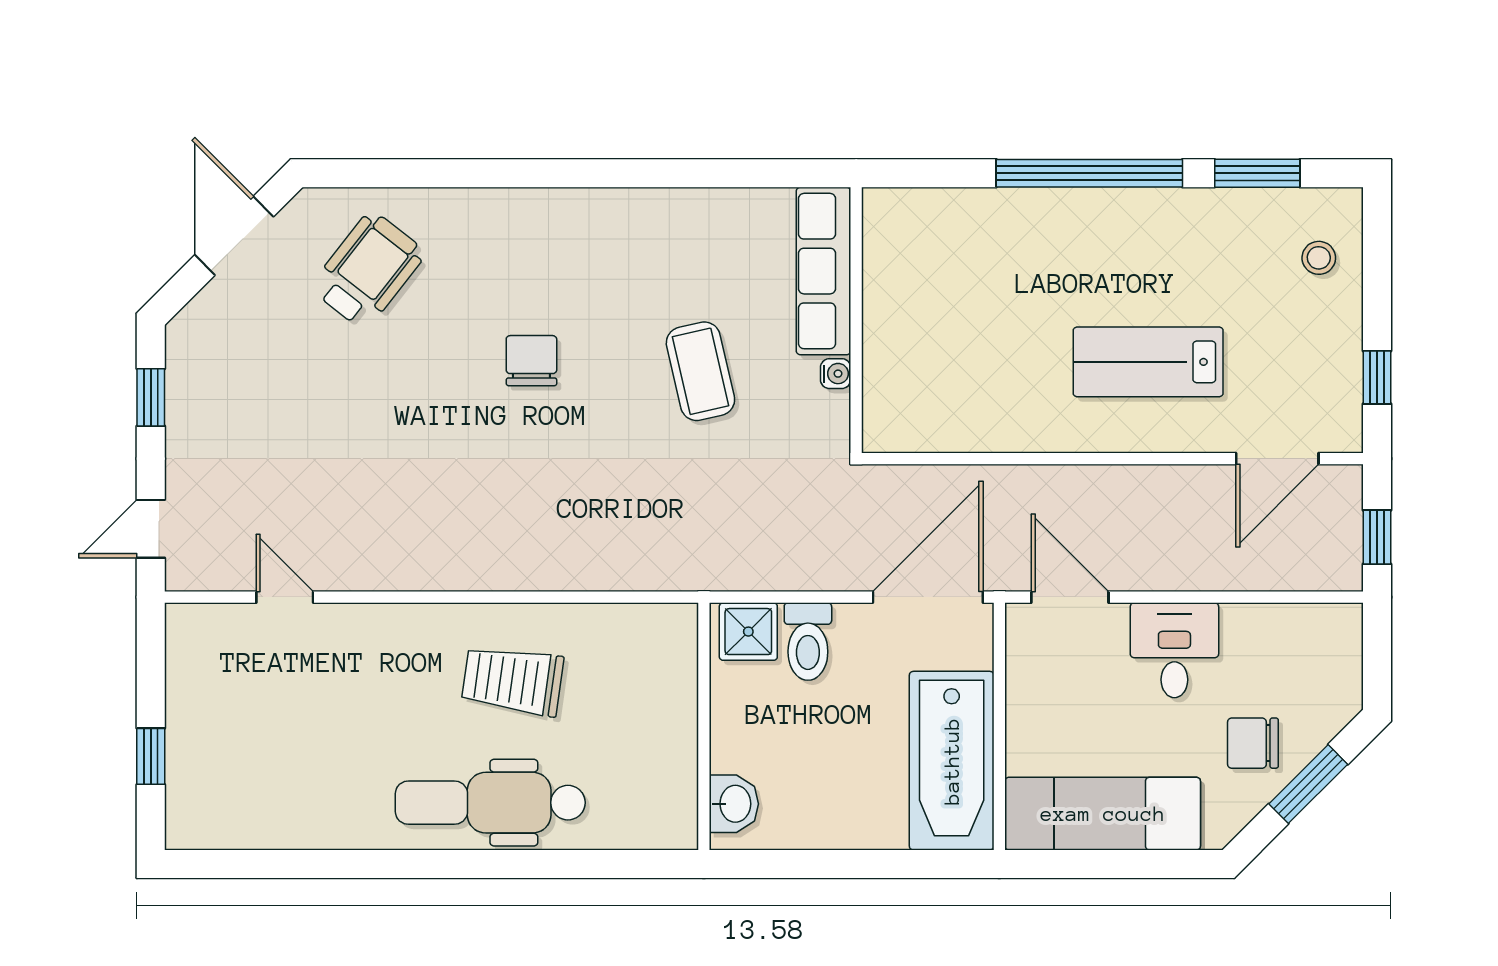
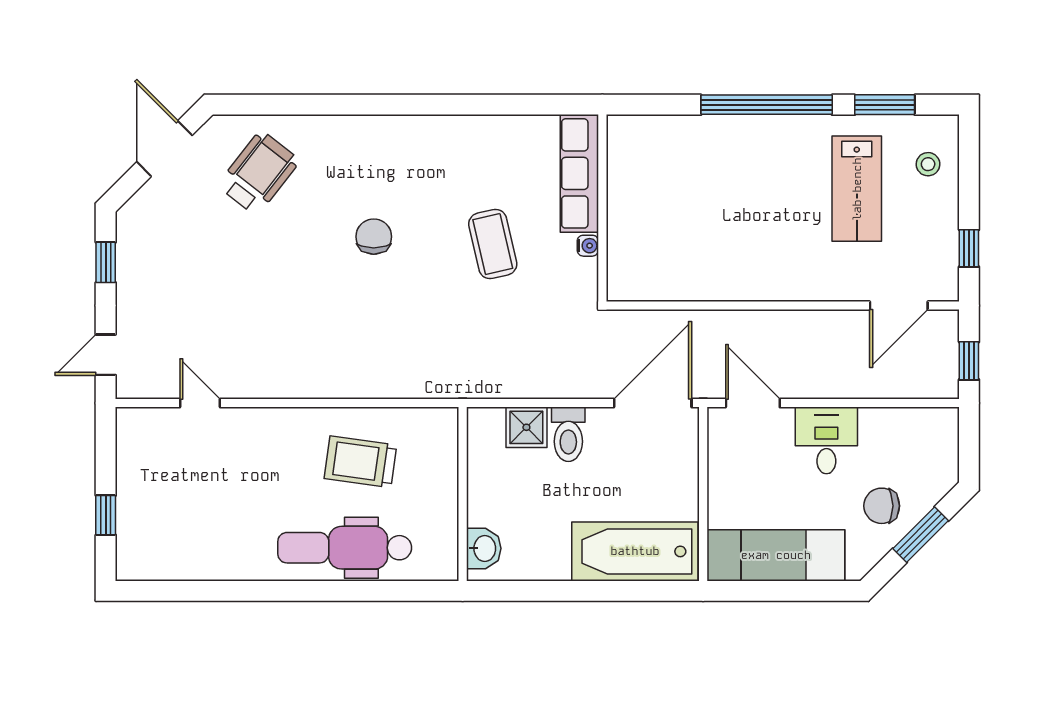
lab bench: (1148, 362) -> (857, 189), moved, turned -90
wall: (704, 726) -> (463, 494), moved
bathtub: (952, 761) -> (635, 551), moved, turned 90
washbasin: (734, 804) -> (484, 548), moved

